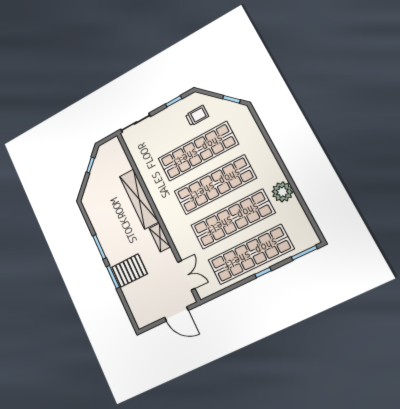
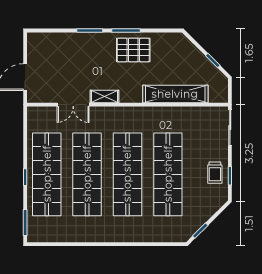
trolley: (197, 116) -> (215, 173), moved
plant: (282, 192) -> (89, 232), removed
shelving: (139, 199) -> (175, 94), moved
pallet: (129, 270) -> (133, 50), moved, turned 90
double door: (186, 275) -> (73, 105), moved

